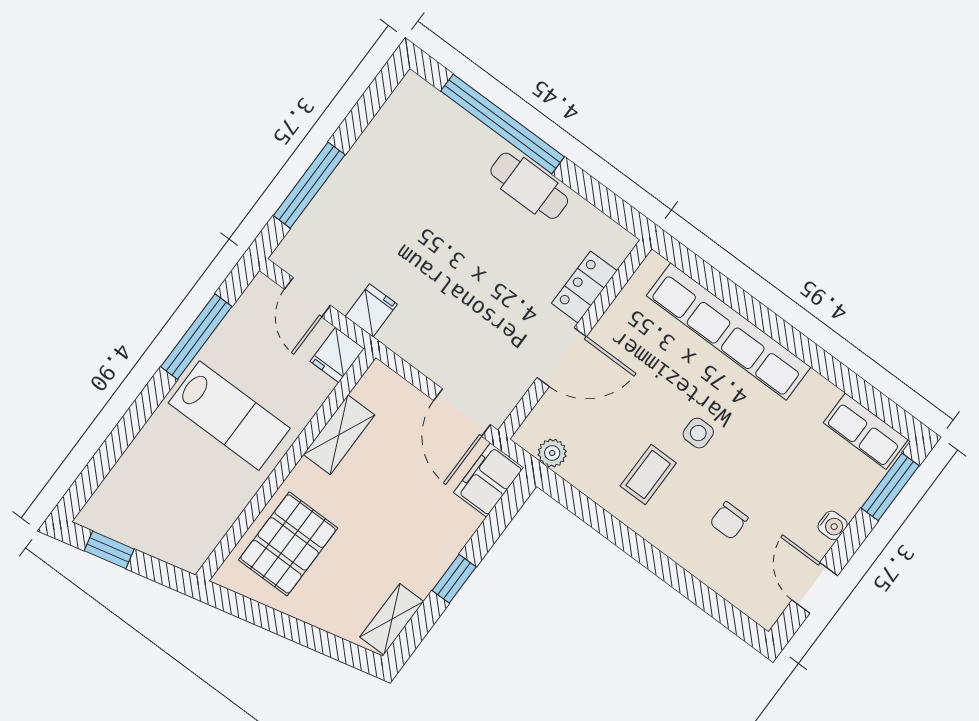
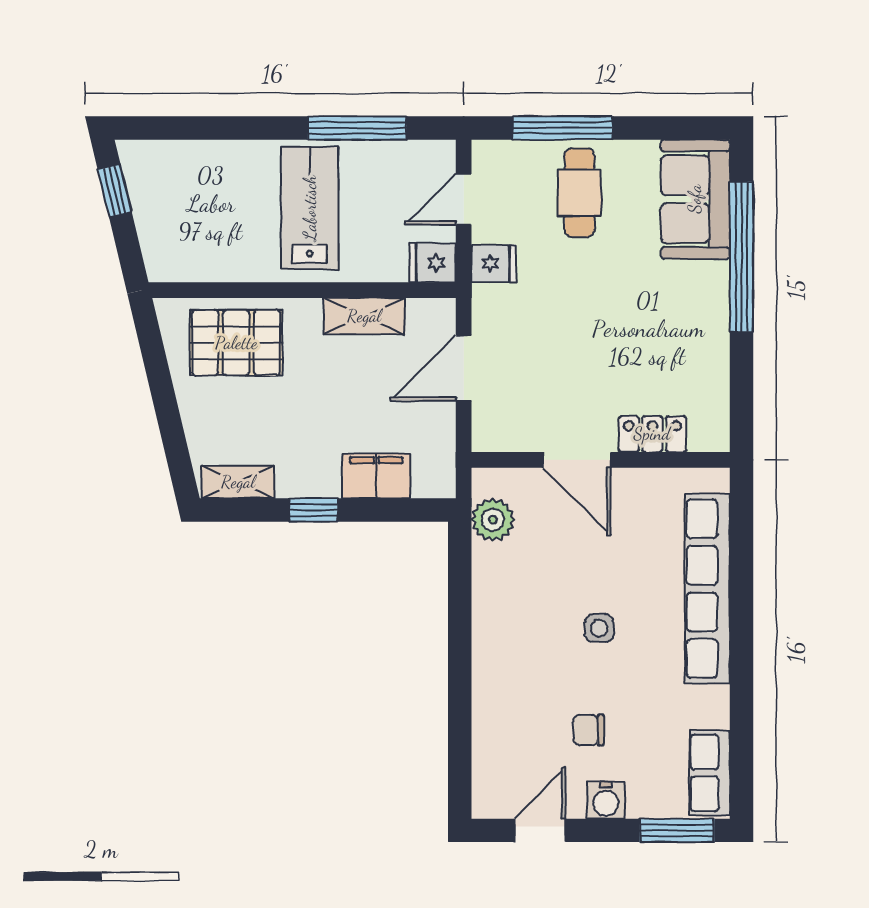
sofa: (435, 126) -> (695, 199), added
cafe table: (529, 186) -> (579, 193), moved
door: (462, 413) -> (464, 368), moved
lab bench: (229, 416) -> (310, 208), turned 180
plant: (552, 453) -> (493, 520), width x1.38, depth x1.38
coffee table: (648, 475) -> (531, 611), removed
filing cabinet: (489, 480) -> (376, 476), moved
chair: (729, 520) -> (588, 730), moved
water cooler: (833, 525) -> (606, 800), width x1.38, depth x1.38

